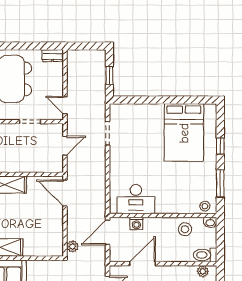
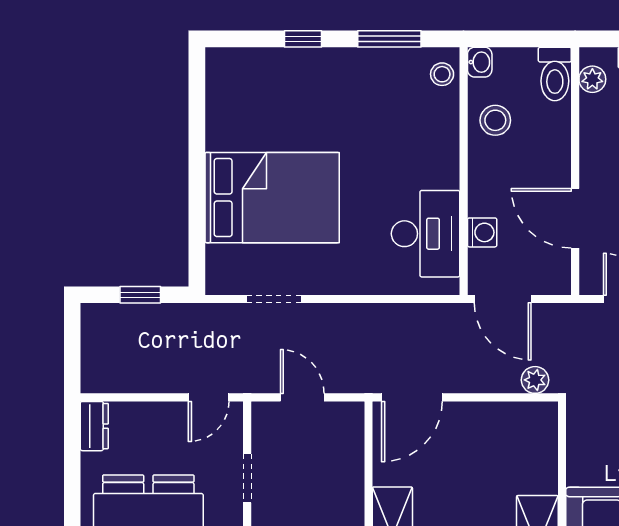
bed: (184, 133) -> (272, 198), moved

